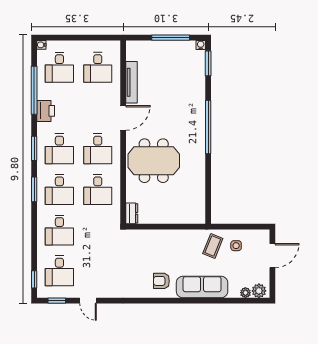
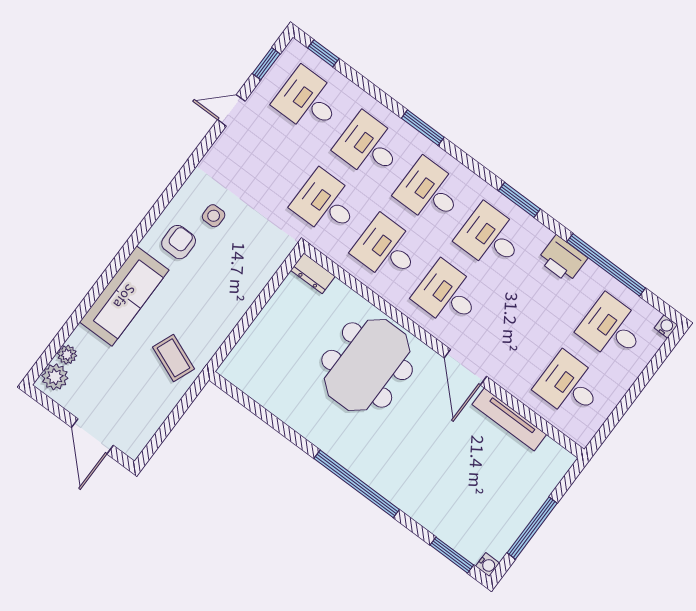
window: (34, 189) -> (423, 128), moved
desk: (98, 230) -> (326, 204), added
side table: (236, 246) -> (214, 216), moved

